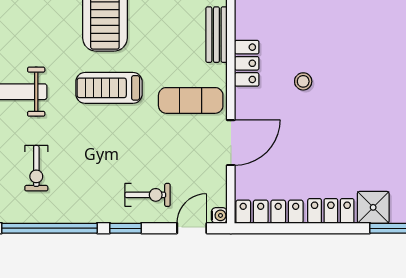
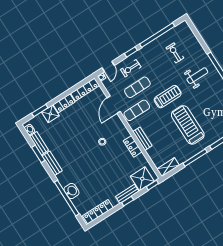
locker: (247, 63) -> (133, 146), moved
exercise mat: (159, 147) -> (137, 87), added

